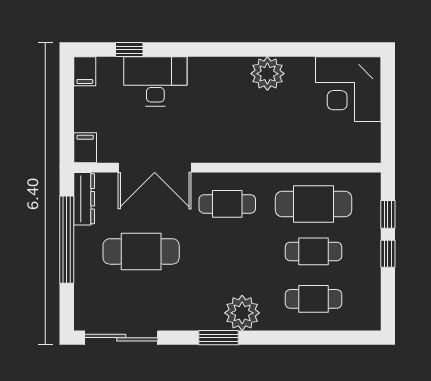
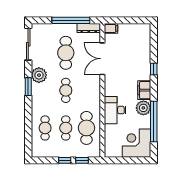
window: (129, 50) -> (154, 69), moved
window: (299, 50) -> (154, 122), added
filing cabinet: (85, 71) -> (144, 90), moved, width x2.00
desk: (155, 81) -> (115, 110), moved, turned 180
cafe table: (227, 204) -> (66, 90), moved
plant: (242, 313) -> (39, 75), moved

